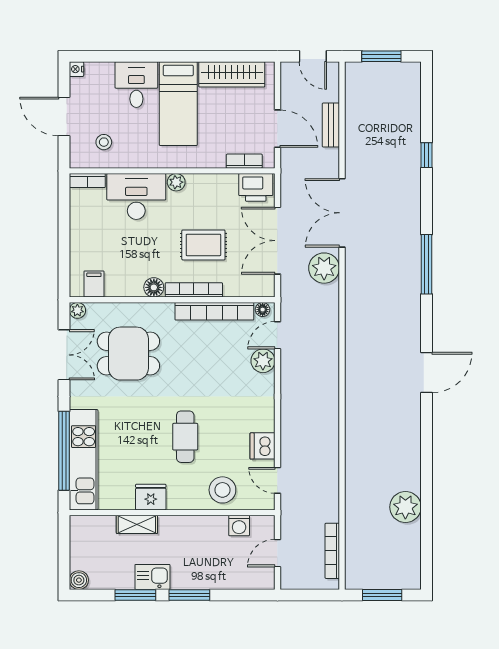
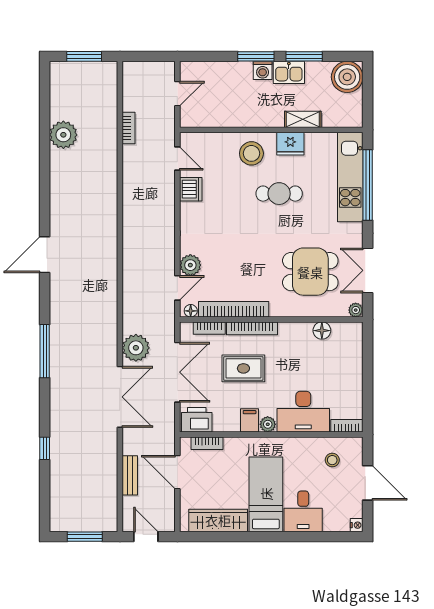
filing cabinet: (94, 284) -> (250, 420), moved, turned 180
floor lamp: (154, 287) -> (322, 331), moved
bookcase: (242, 290) -> (209, 328), added
cafe table: (185, 437) -> (279, 194), moved, turned 90
stool: (222, 490) -> (251, 153), moved
washing machine: (239, 525) -> (263, 70), moved, turned 180
bookcase: (332, 551) -> (129, 128), moved, width x0.64
boiler: (79, 580) -> (347, 77), width x1.86, depth x1.86

